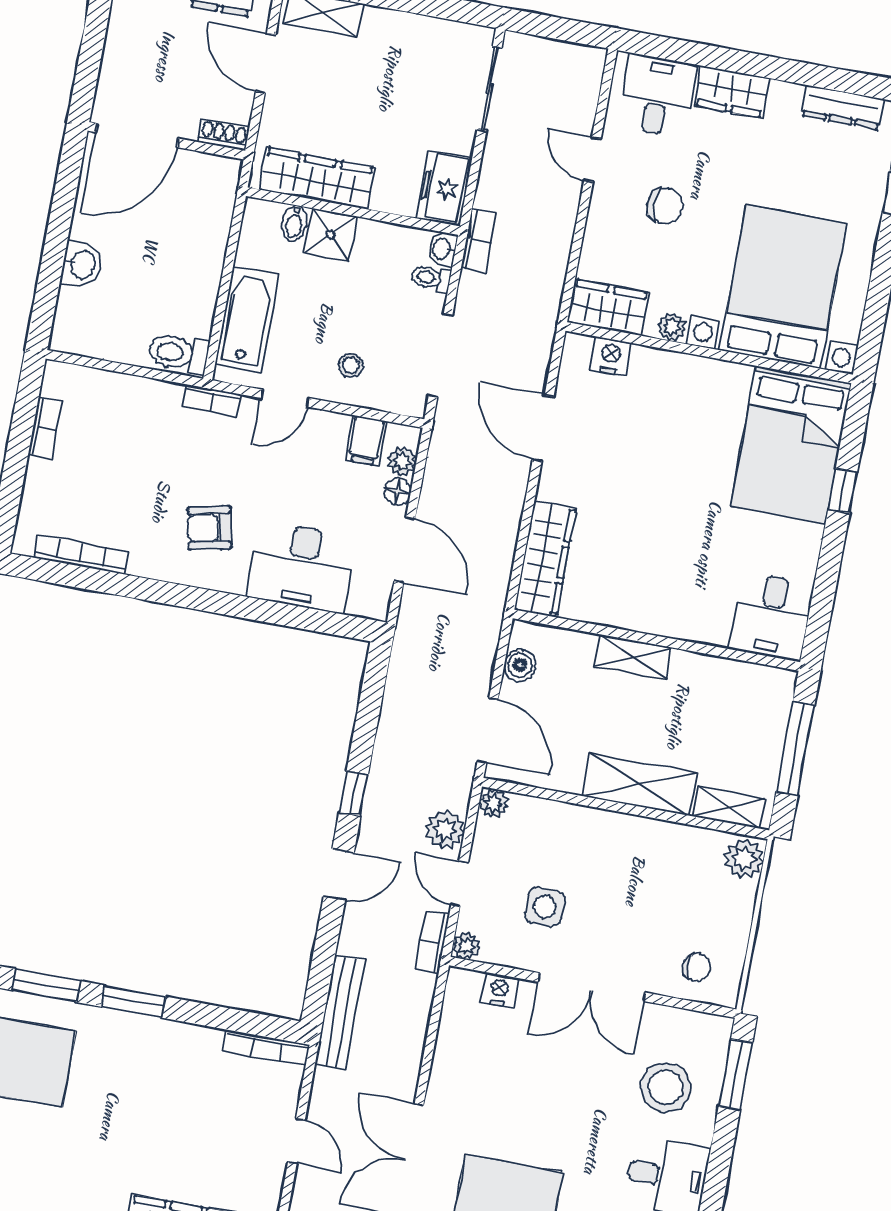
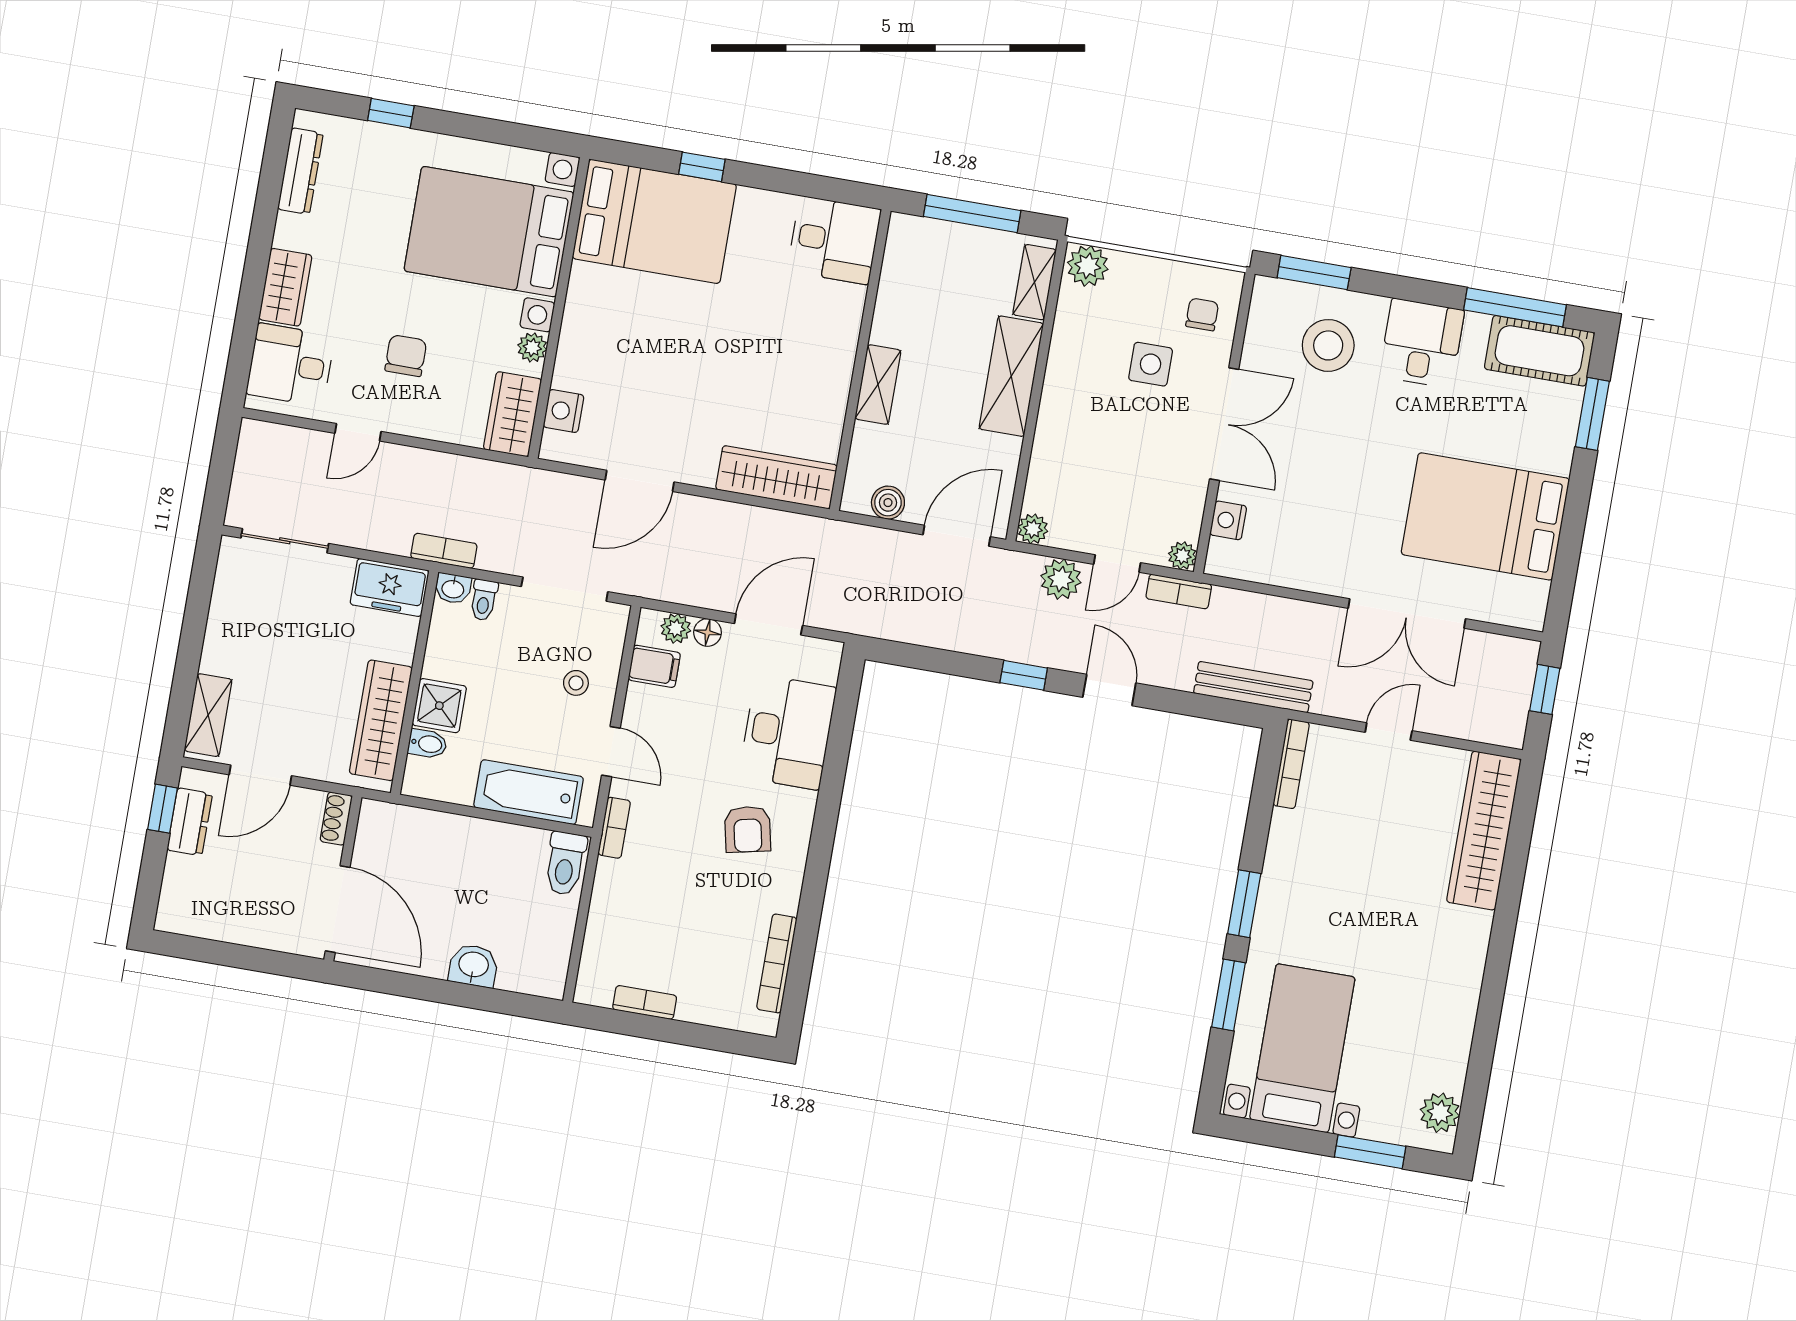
side table: (545, 907) -> (1151, 364), moved

